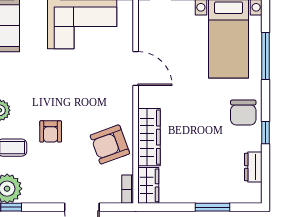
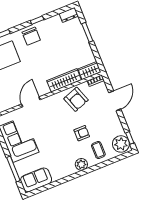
chair: (243, 113) -> (31, 36), turned 90
dresser: (253, 167) -> (69, 15), moved

